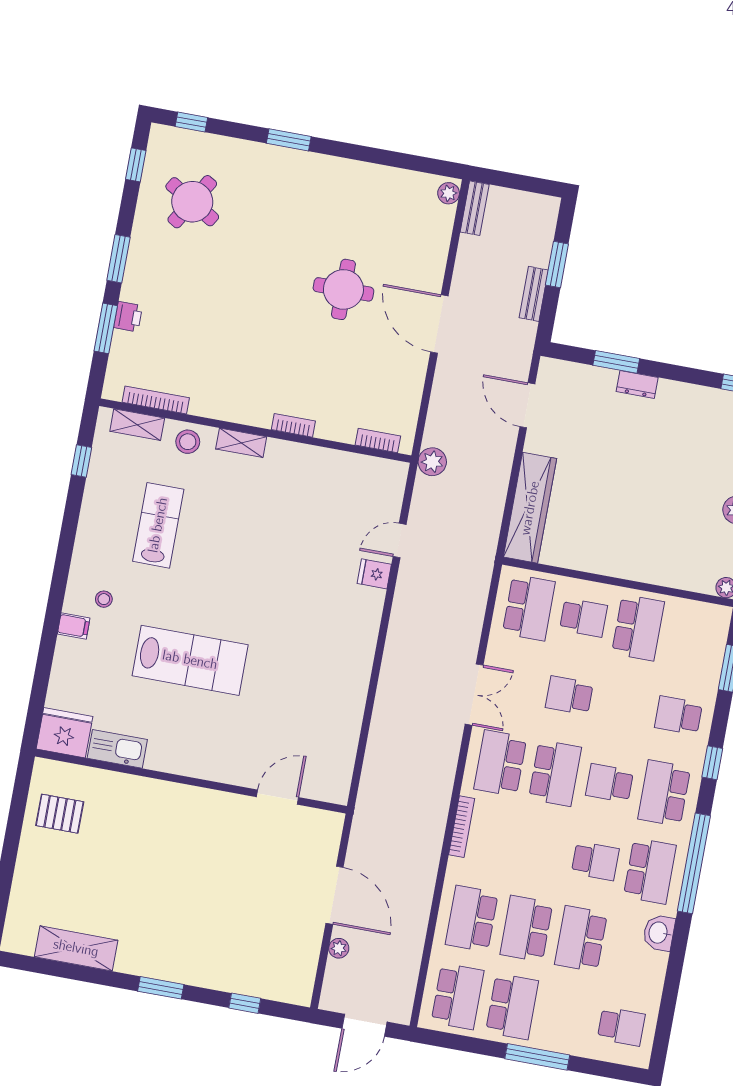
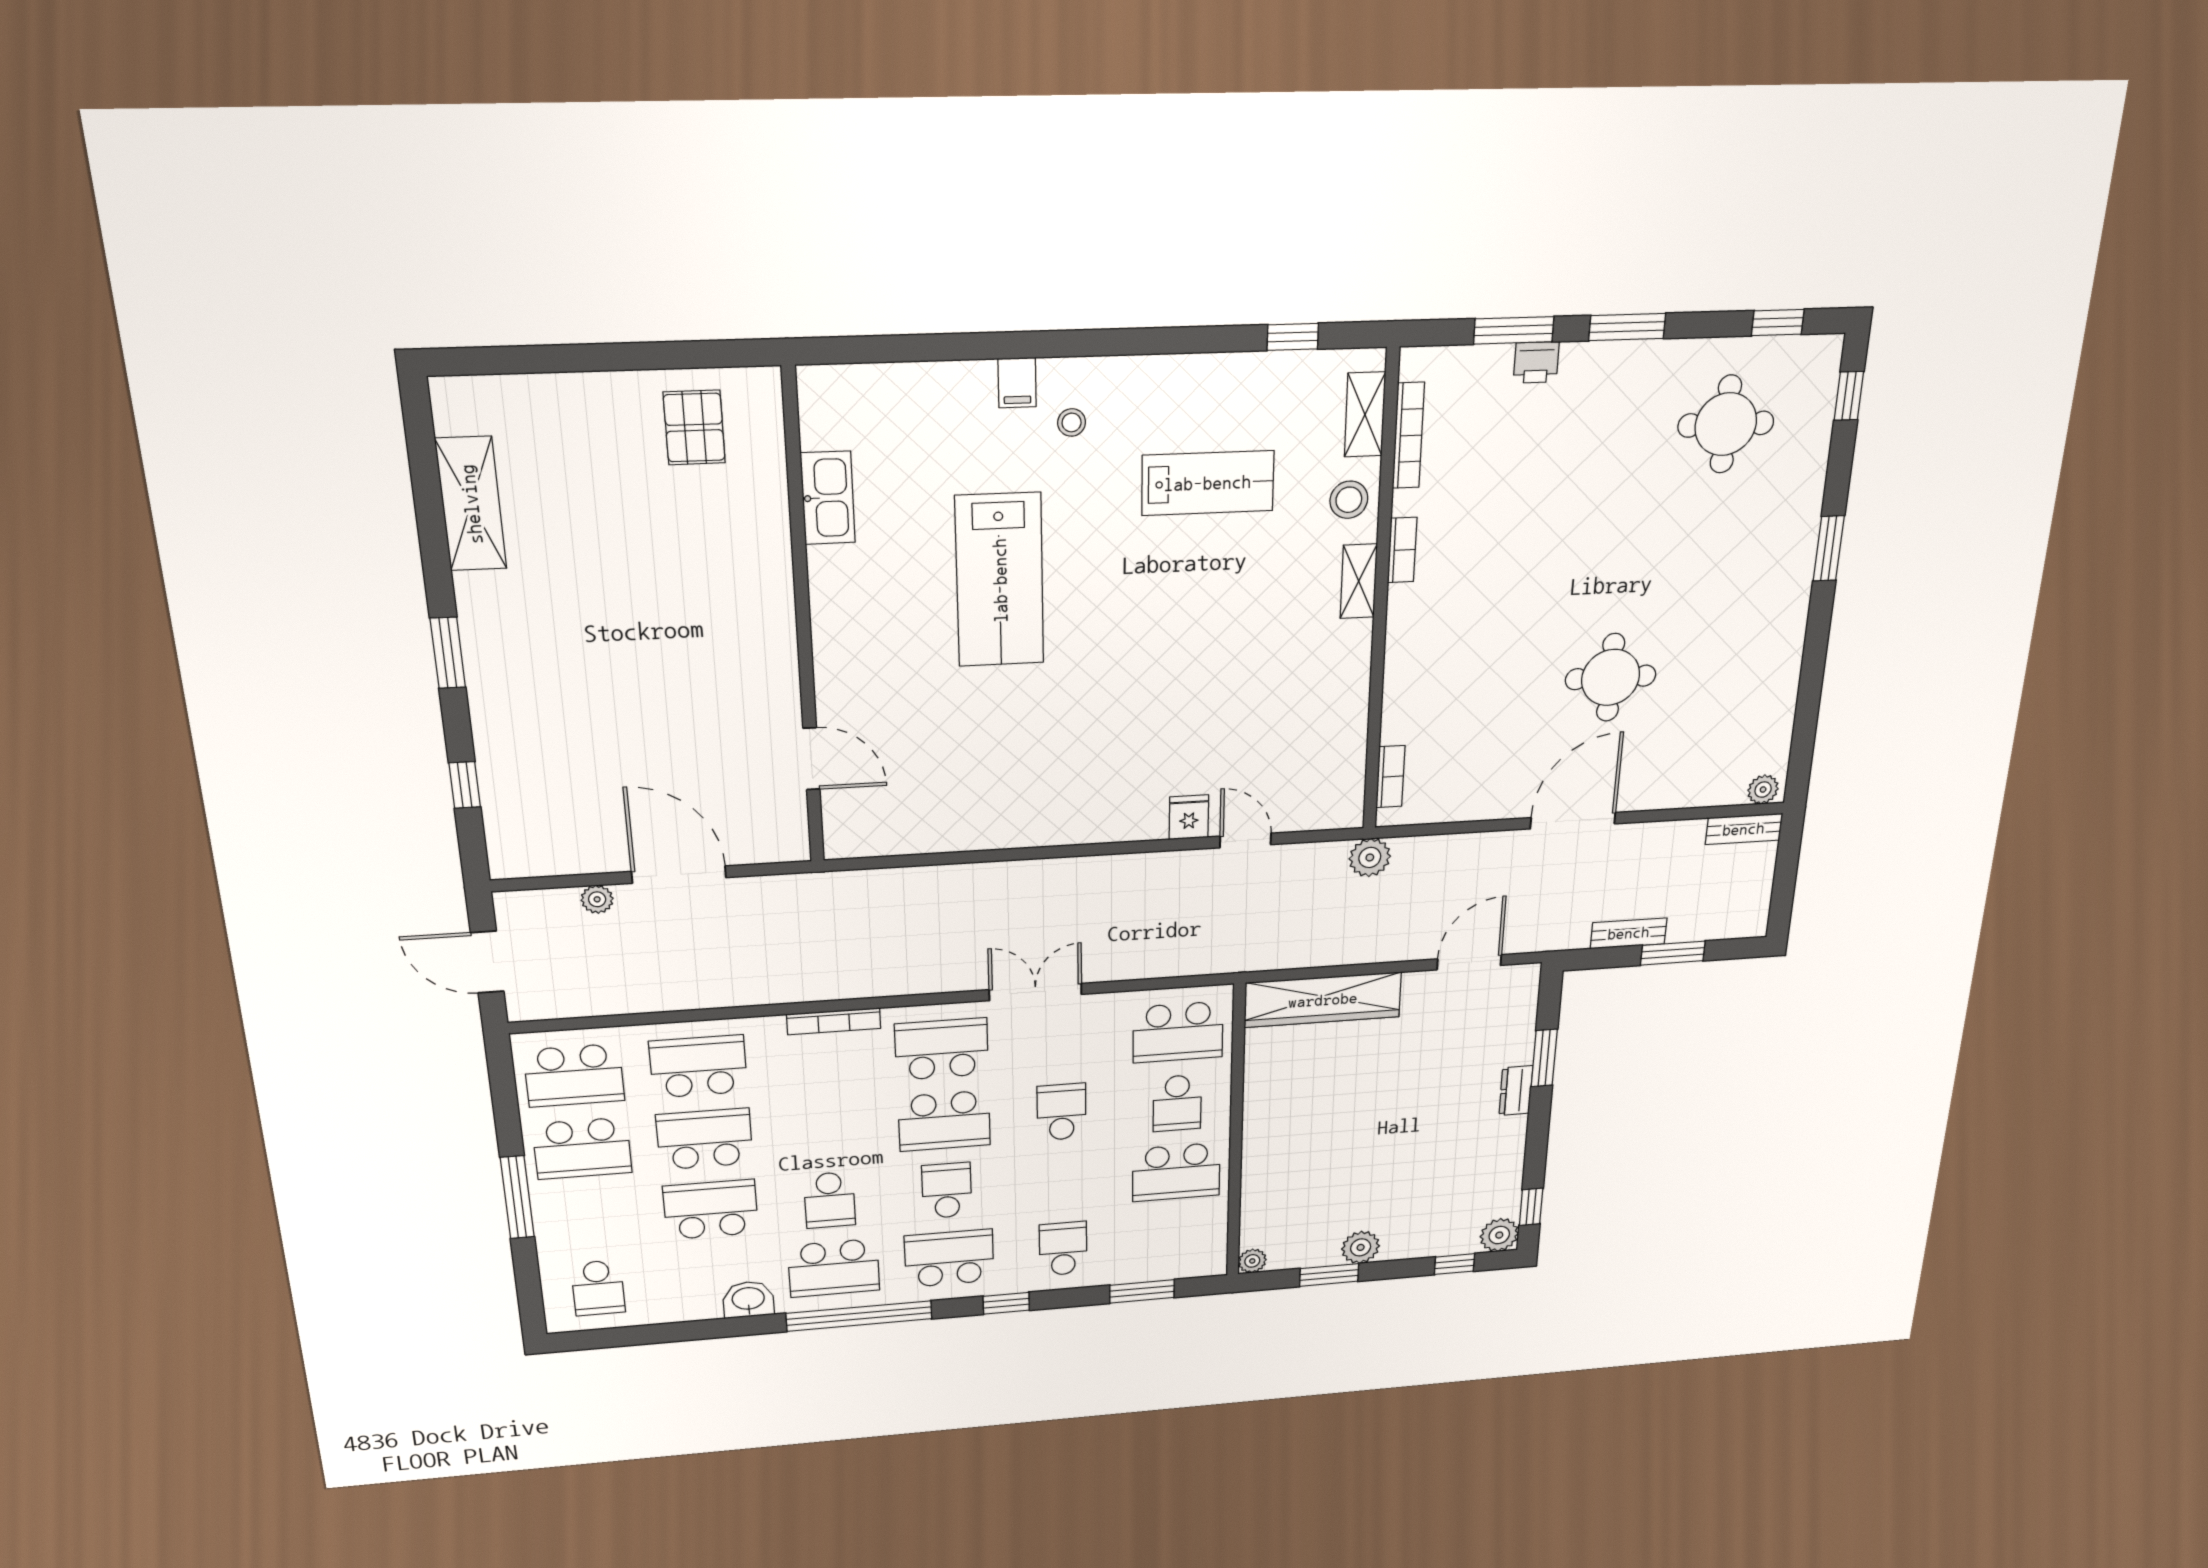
round table: (192, 202) -> (1726, 424), turned -31
bookcase: (293, 425) -> (1402, 550), moved
double door: (474, 695) -> (1035, 992), swing flipped
fridge: (64, 733) -> (834, 406), removed
door: (335, 895) -> (679, 875), swing flipped

